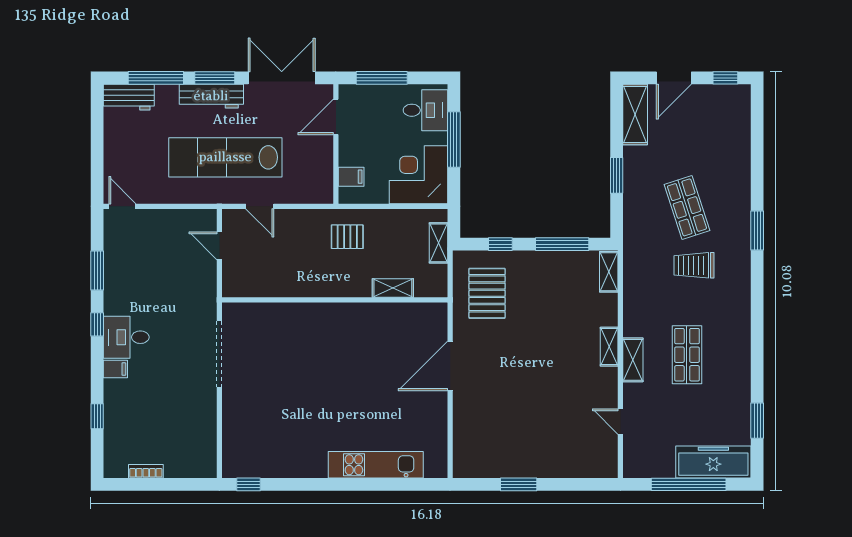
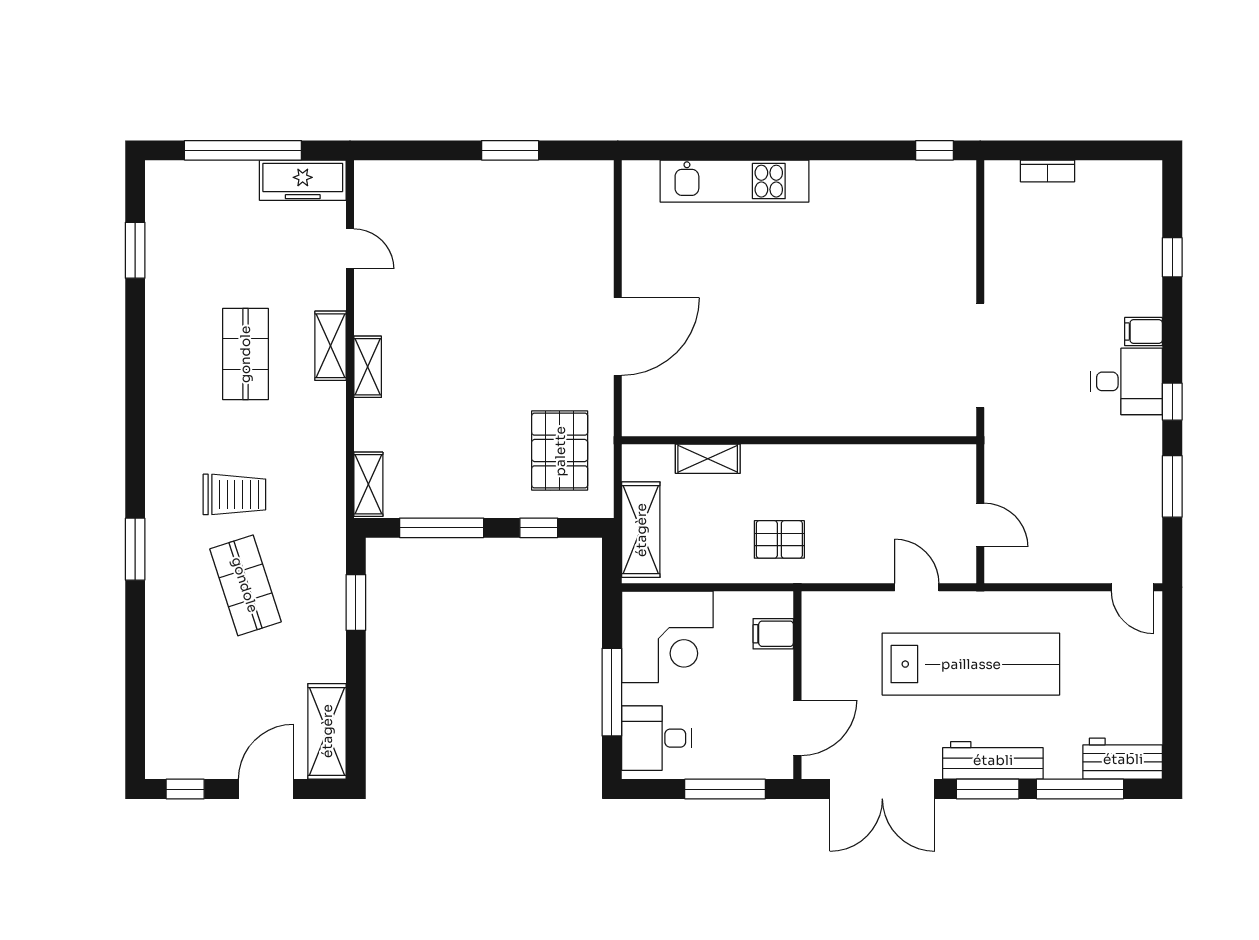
window: (617, 175) -> (356, 603), moved
shelving: (438, 243) -> (641, 530), width x1.50, depth x1.33
freezer: (713, 462) -> (303, 180), moved, width x0.73, depth x0.79
bookcase: (146, 471) -> (1047, 171), moved

